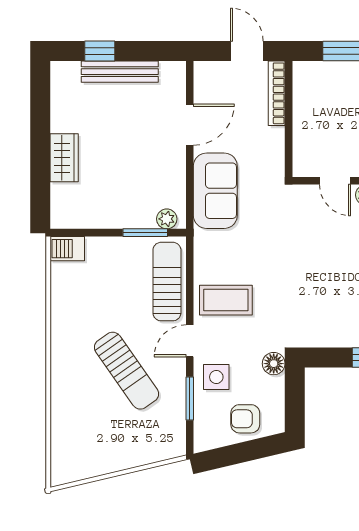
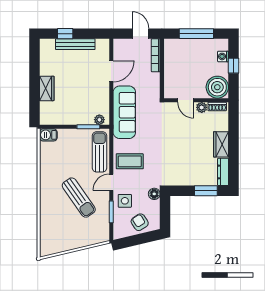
sofa: (215, 191) -> (124, 112), width x1.36
armchair: (245, 419) -> (140, 222), turned 57

